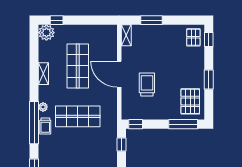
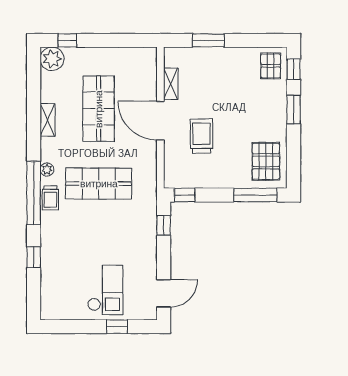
shelving: (126, 35) -> (171, 84), moved
window: (209, 79) -> (294, 110), moved

